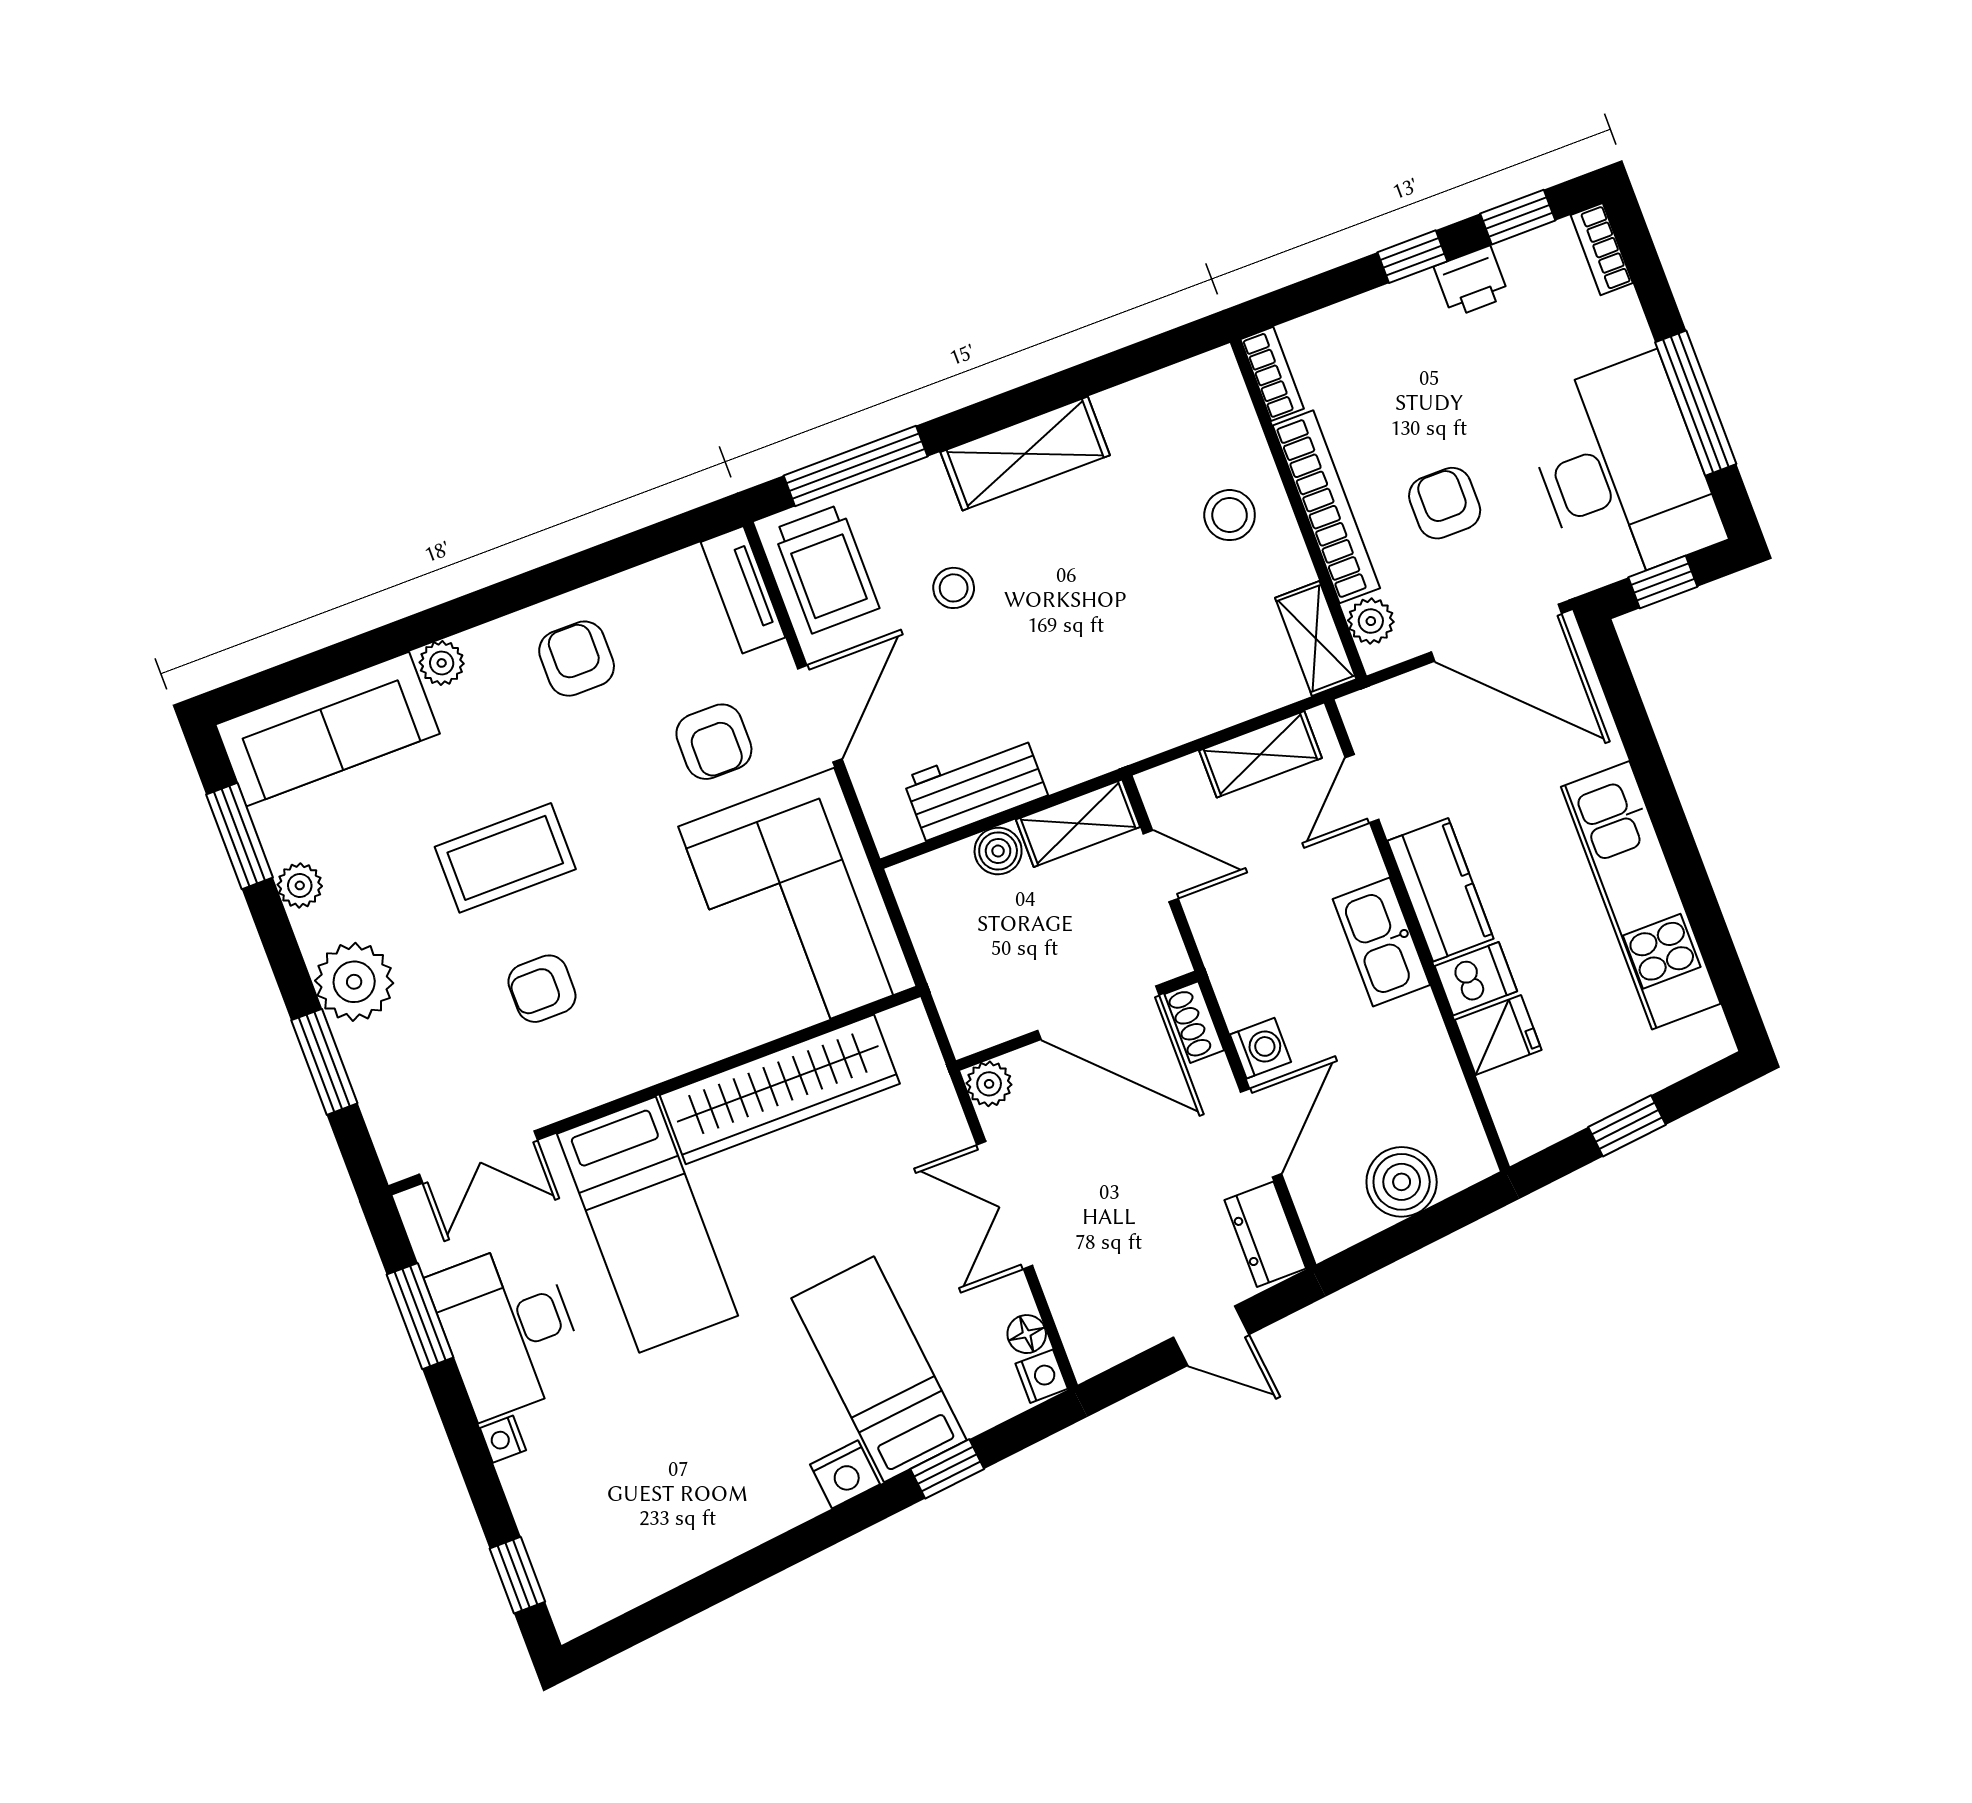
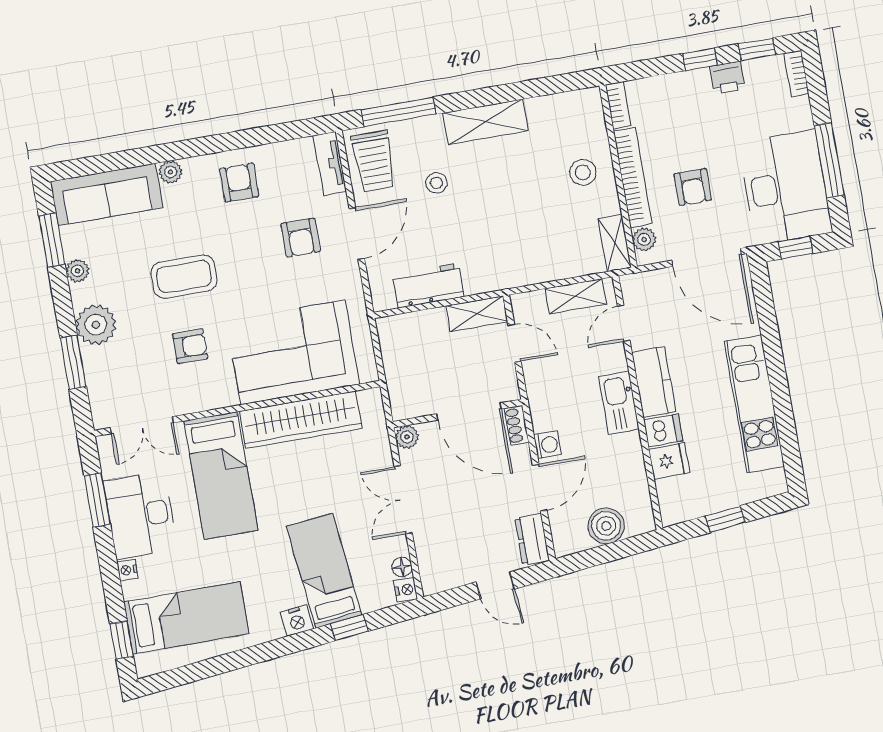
armchair: (1445, 503) -> (693, 187), turned 180
boiler: (998, 851) -> (434, 320), removed
corner sofa: (797, 906) -> (293, 352), moved, turned 90
armchair: (542, 989) -> (190, 346), turned 180
bed: (633, 1509) -> (186, 618), added

